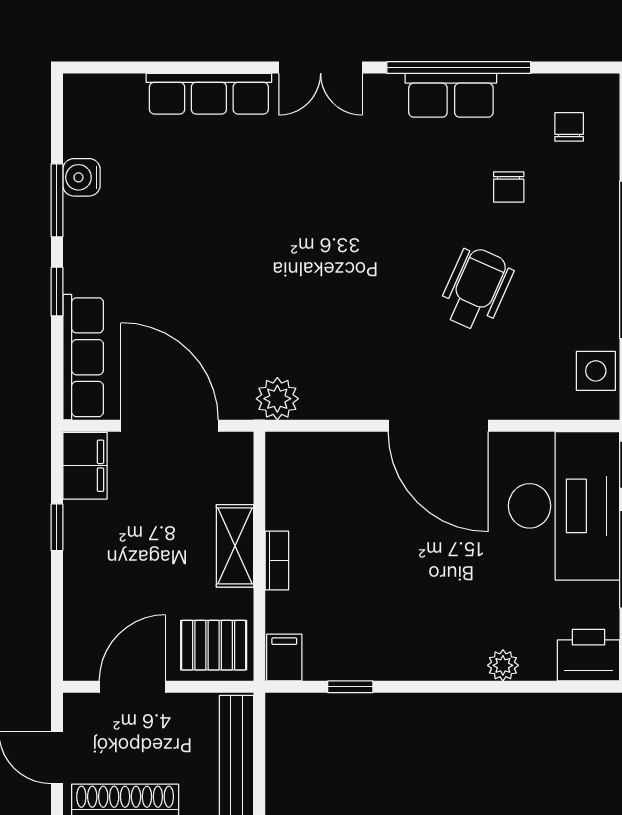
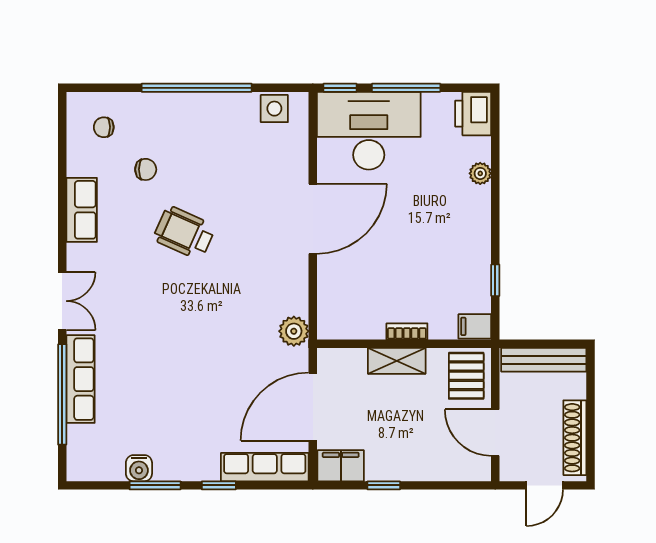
window: (459, 68) -> (62, 394), moved
wheelchair: (476, 289) -> (184, 233), moved

